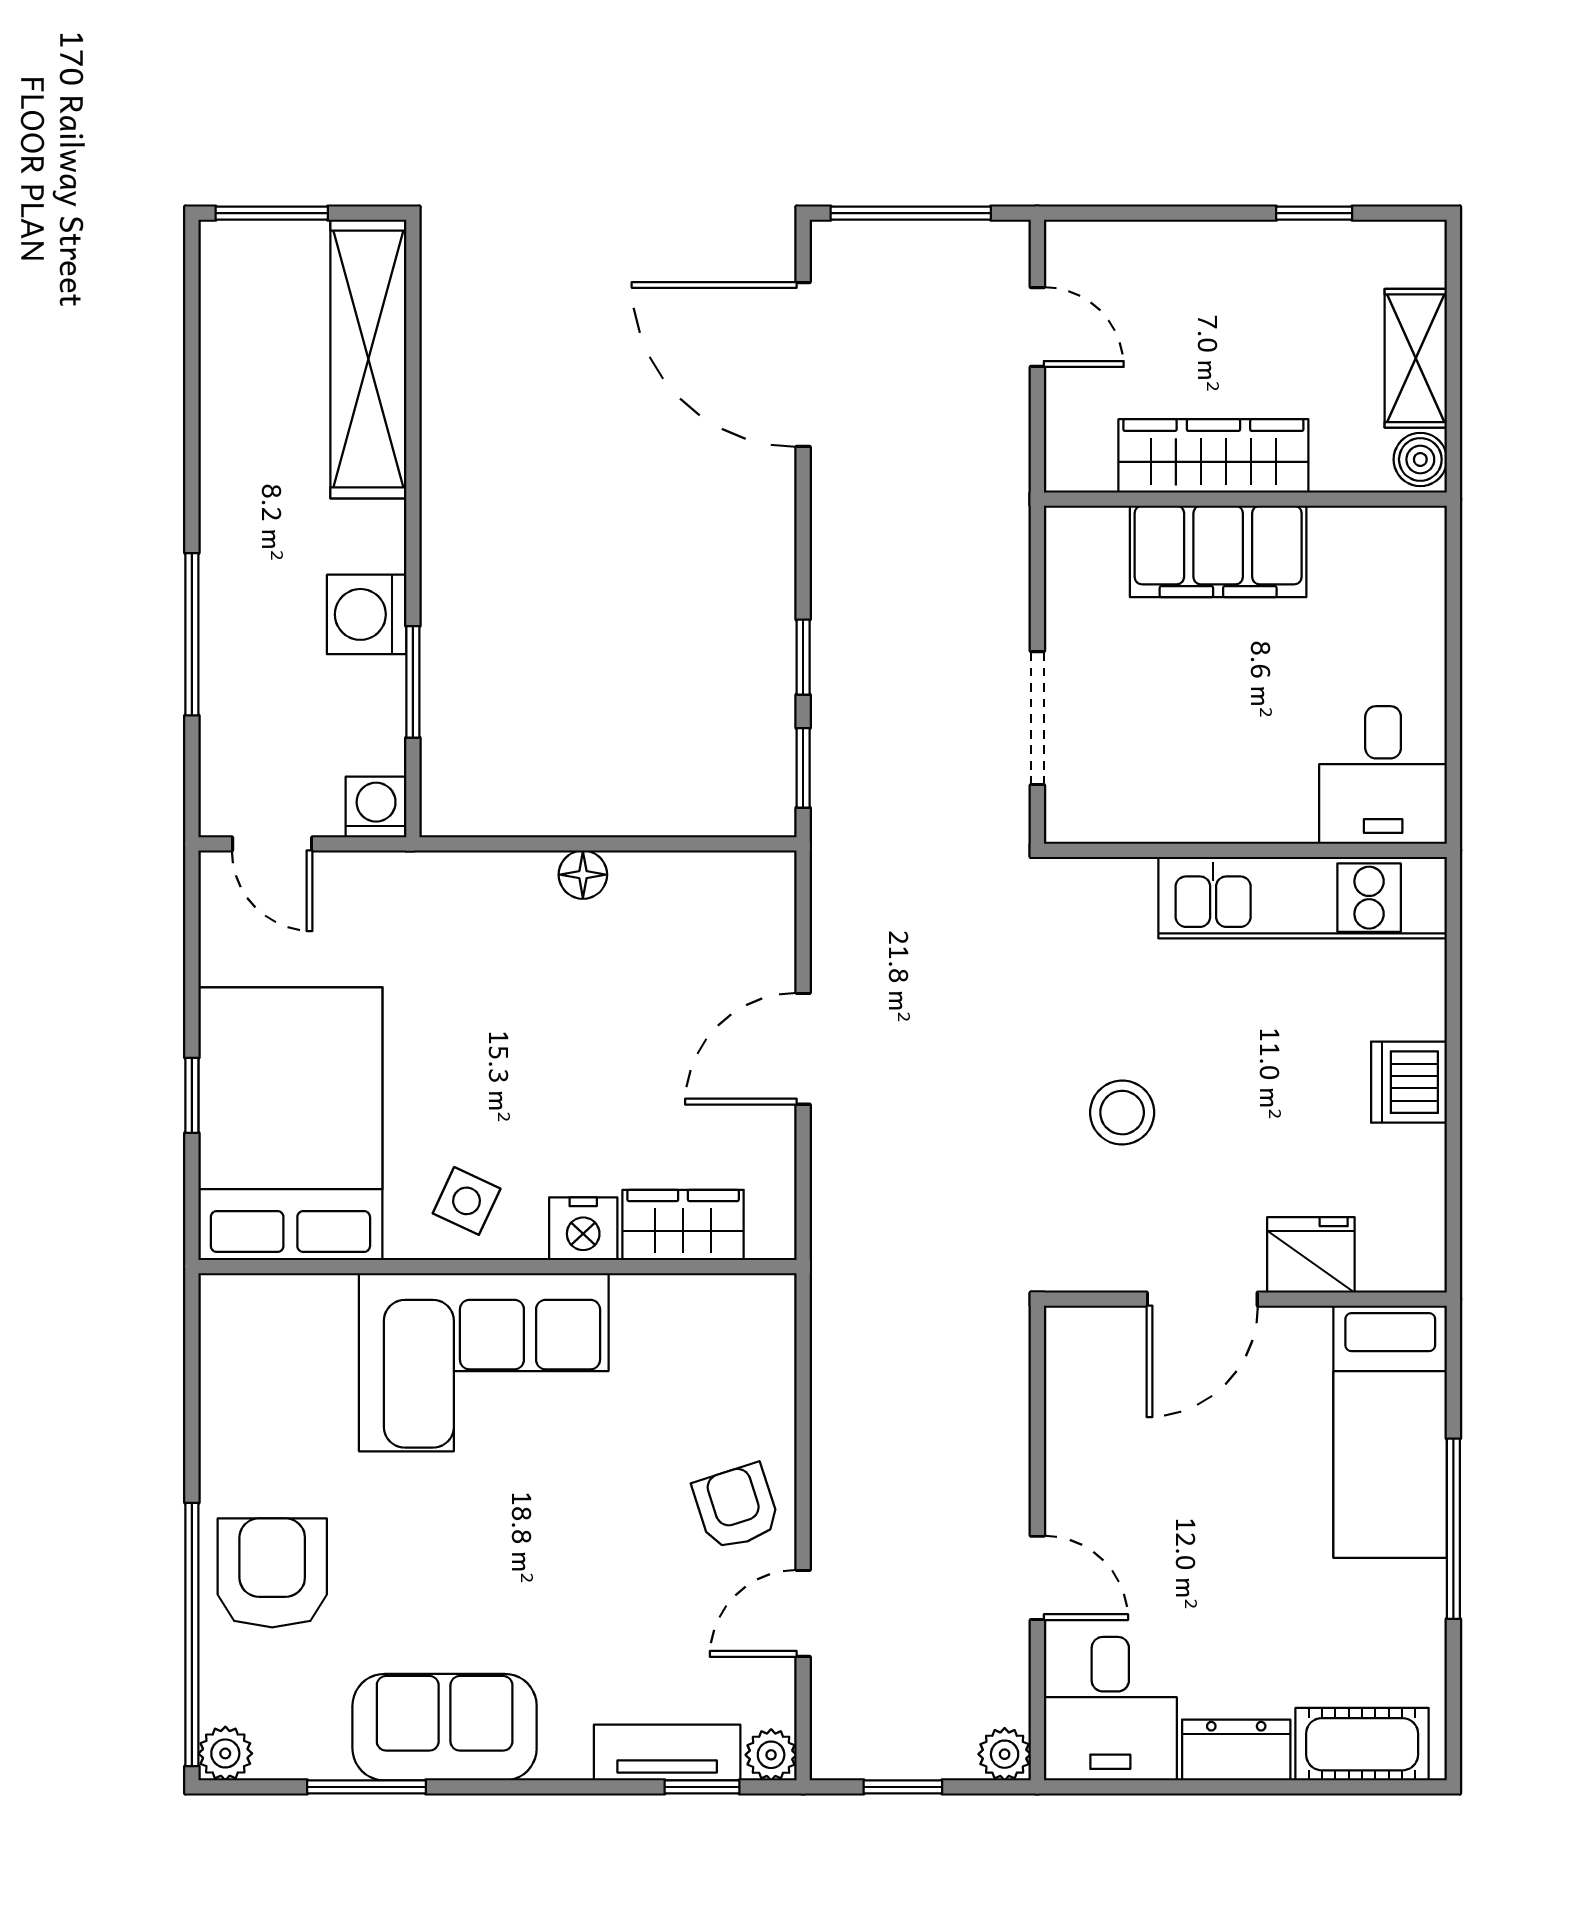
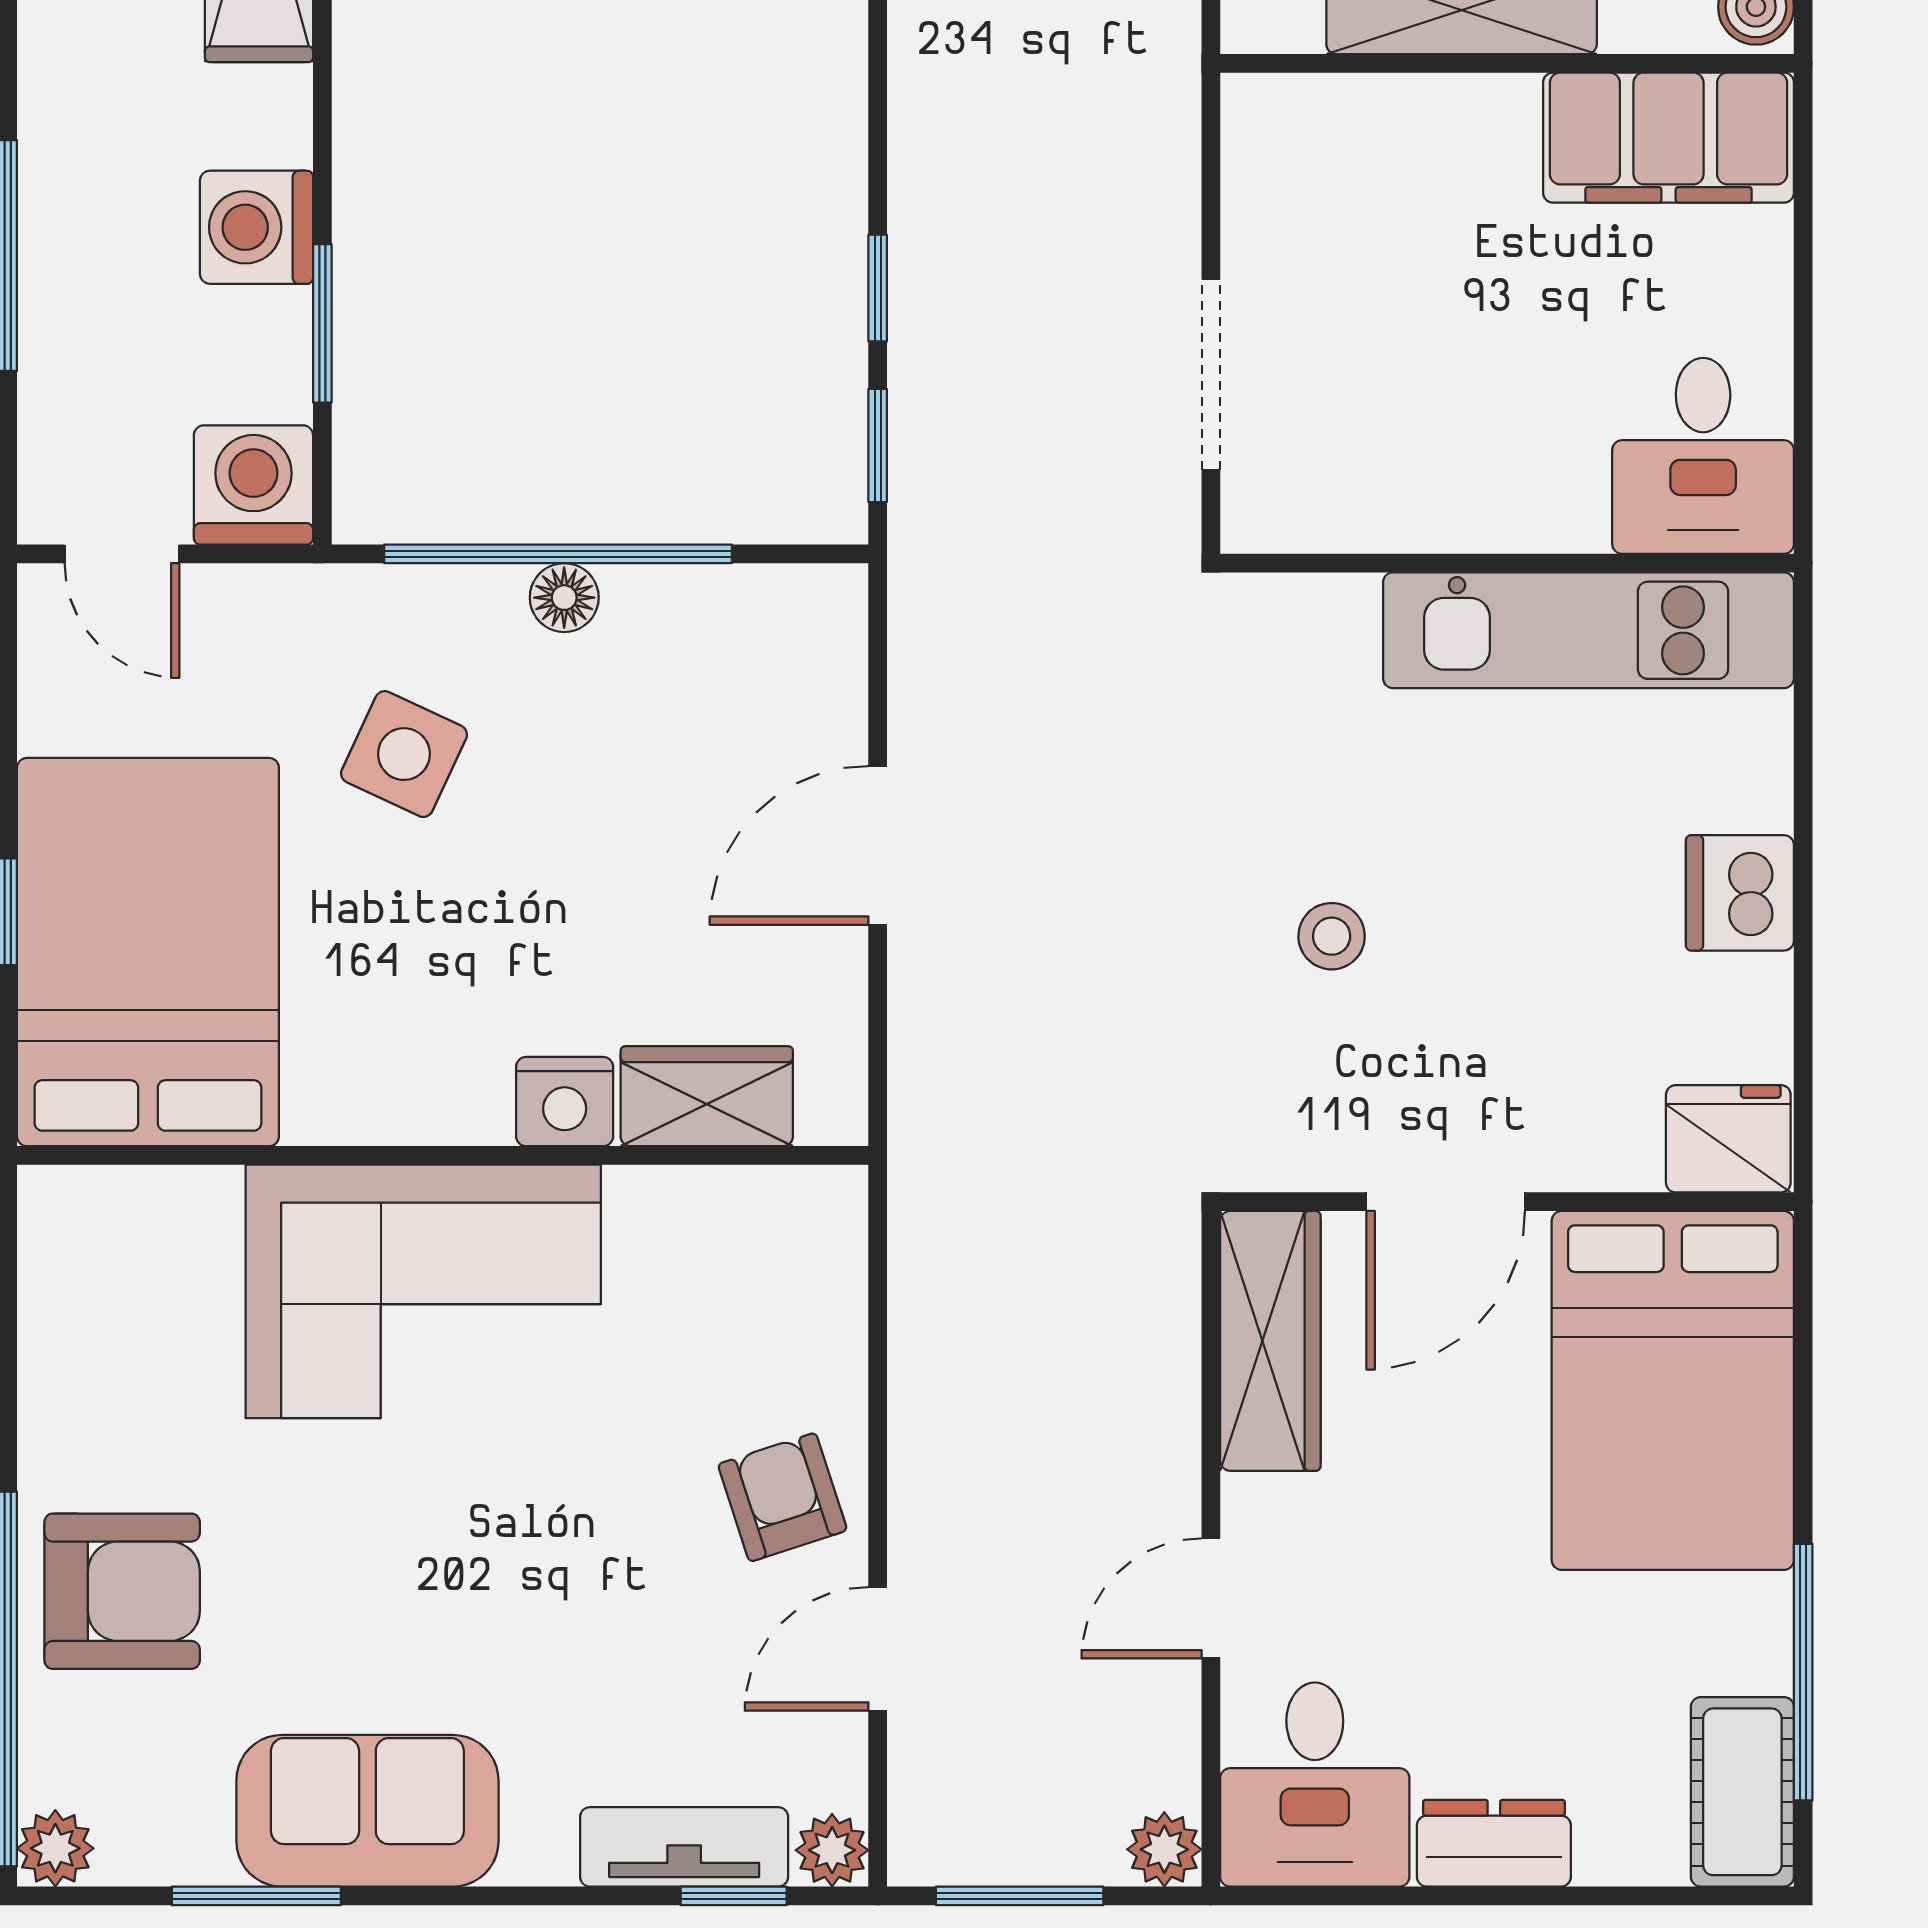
filing cabinet: (1218, 551) -> (1669, 138), moved
washing machine: (376, 807) -> (253, 485), width x1.38, depth x1.38
window: (579, 844) -> (558, 554), added
stool: (1122, 1113) -> (1332, 936), width x0.73, depth x0.73
side table: (467, 1201) -> (404, 754), moved, width x1.37, depth x1.37
fridge: (1311, 1255) -> (1728, 1139), moved
wardrobe: (1079, 1397) -> (1270, 1341), added
bed: (1390, 1432) -> (1673, 1390), width x1.50
window: (1453, 1529) -> (1803, 1672), moved
armchair: (272, 1573) -> (122, 1591), turned 90
door: (1037, 1578) -> (1211, 1598), swing flipped
cot: (1362, 1744) -> (1742, 1792), moved, turned 90
window: (903, 1787) -> (1020, 1896), width x1.50

